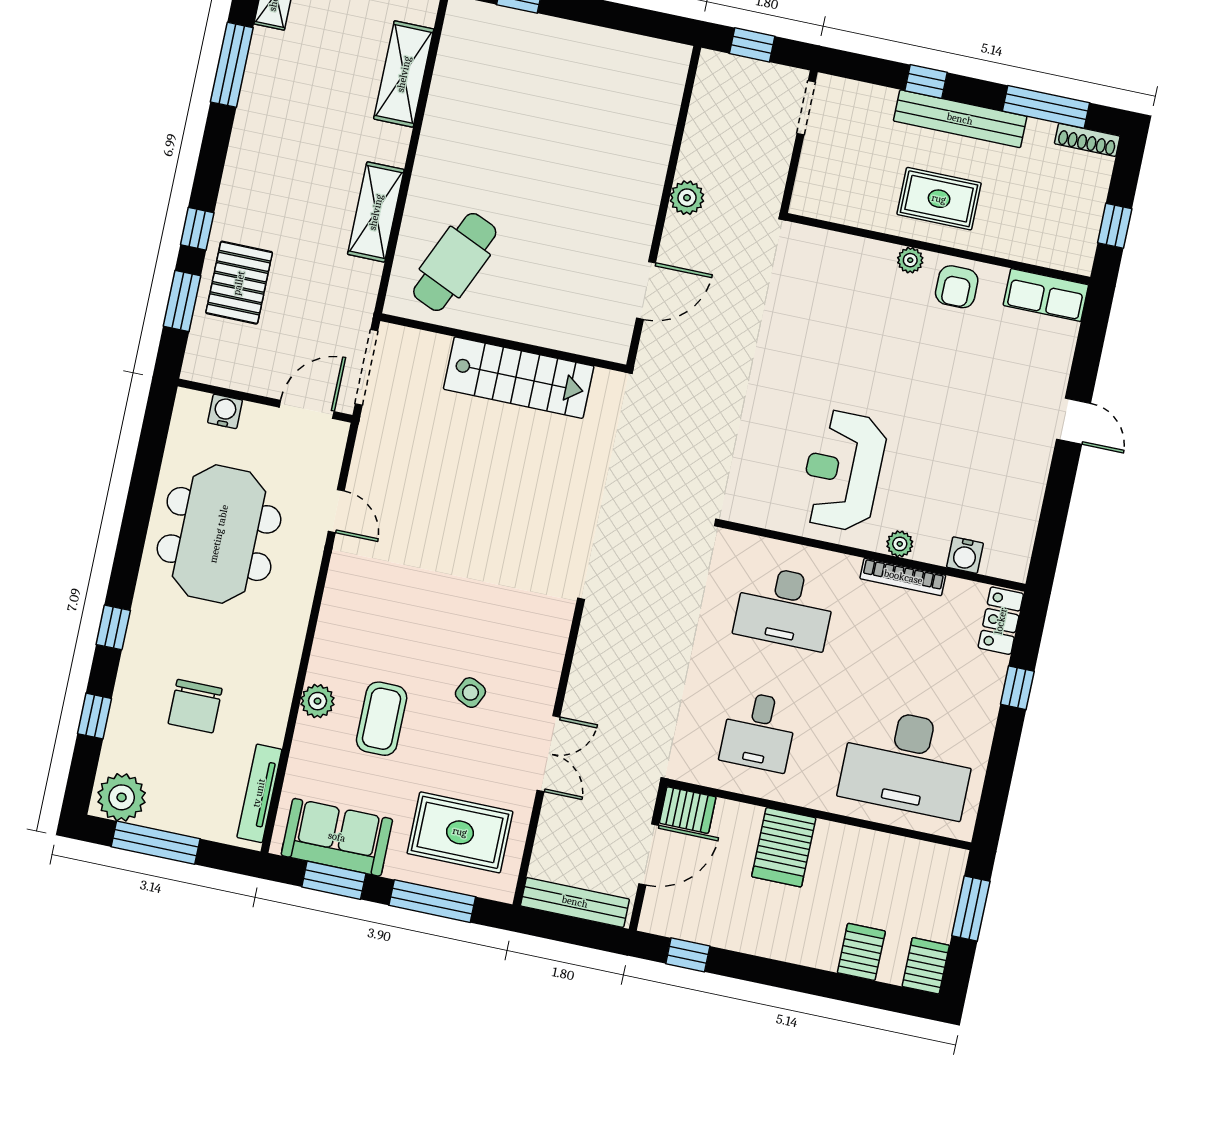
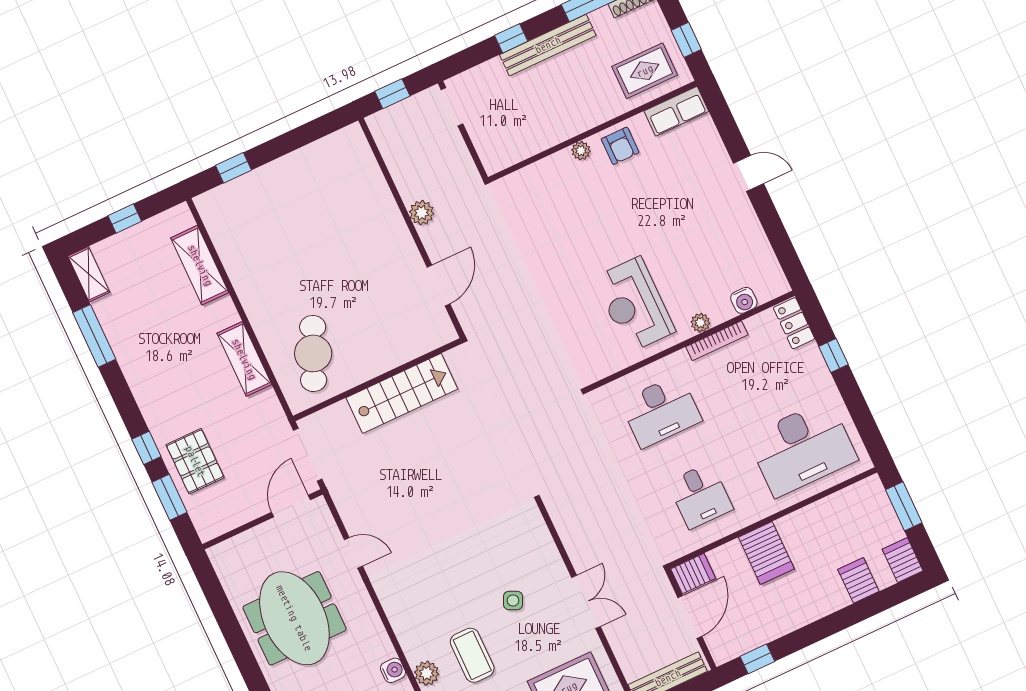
rug: (939, 199) -> (645, 71), moved
water cooler: (225, 411) -> (393, 670), moved, turned 90

